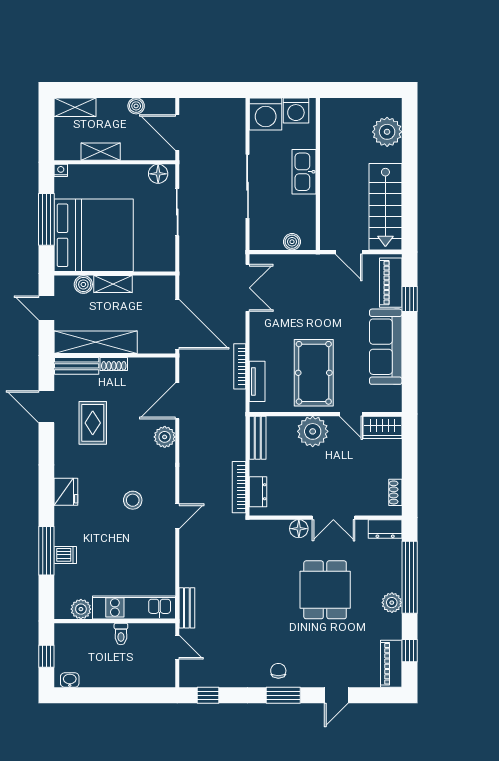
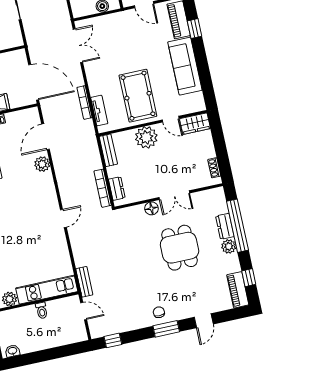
stool: (133, 500) -> (29, 214), removed
dresser: (385, 529) -> (225, 226), moved, turned 90

